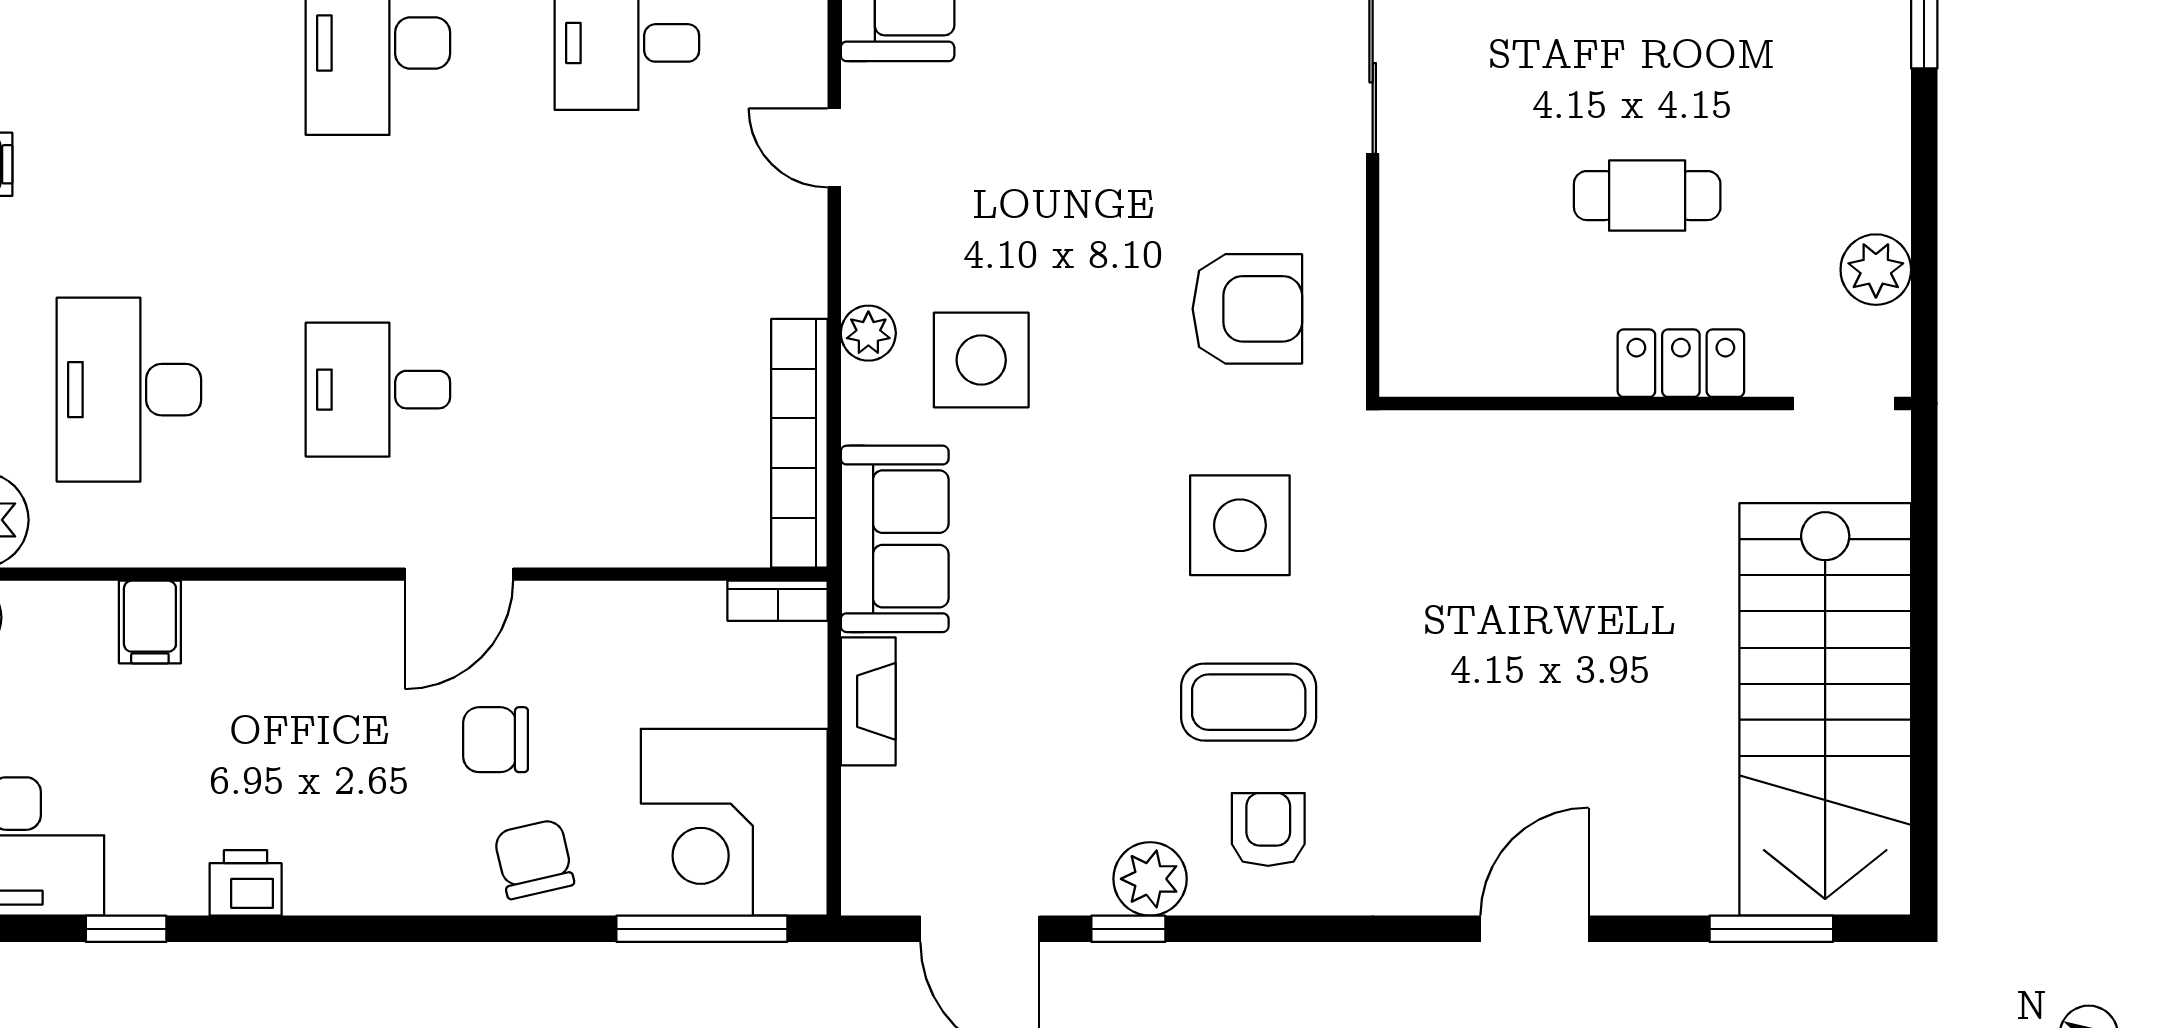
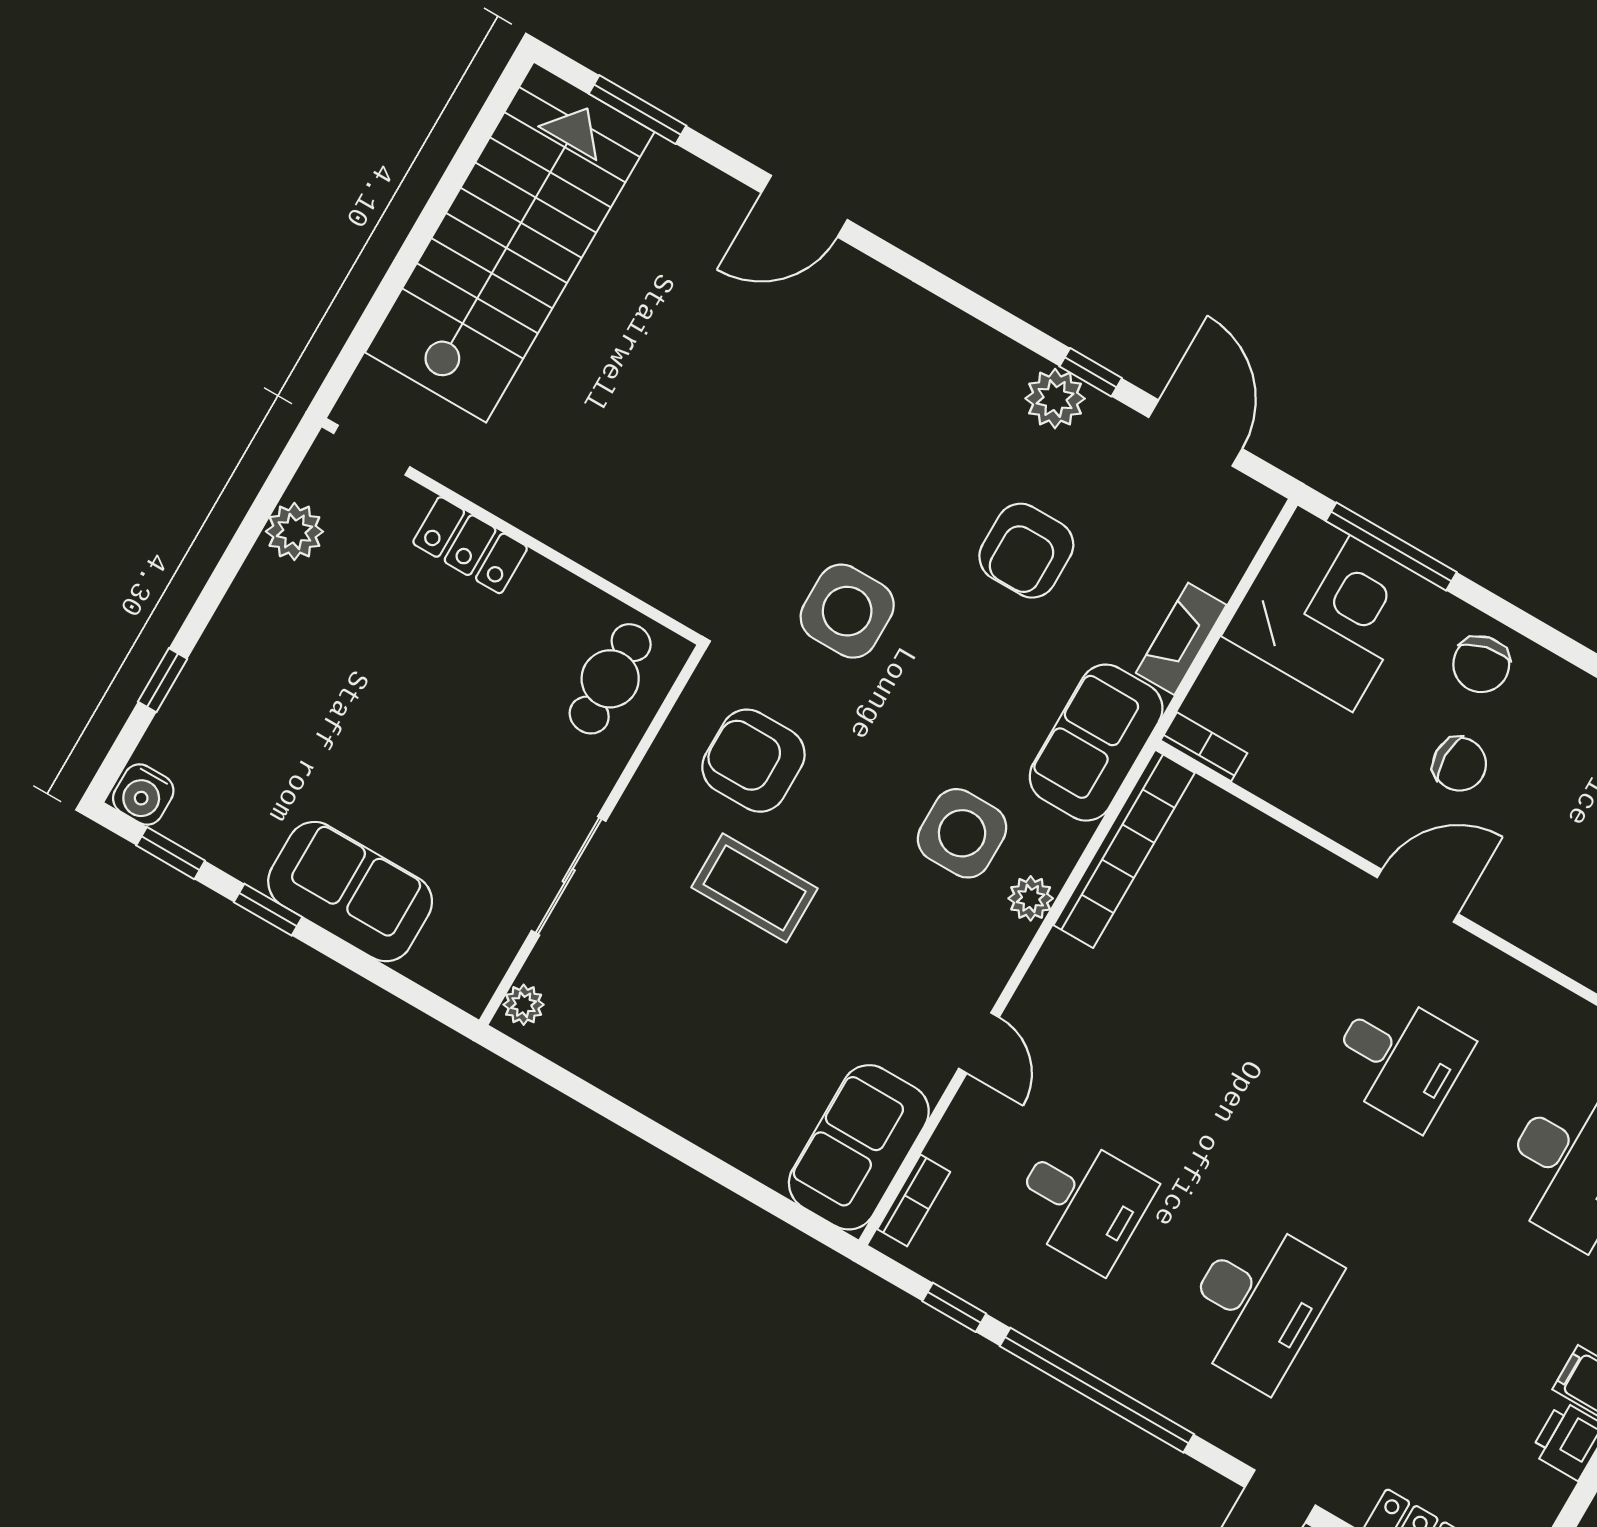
cafe table: (1647, 196) -> (610, 679), moved, turned 90
coffee table: (1249, 702) -> (755, 888), moved
armchair: (1268, 829) -> (1026, 551), moved, width x1.38, depth x1.38

